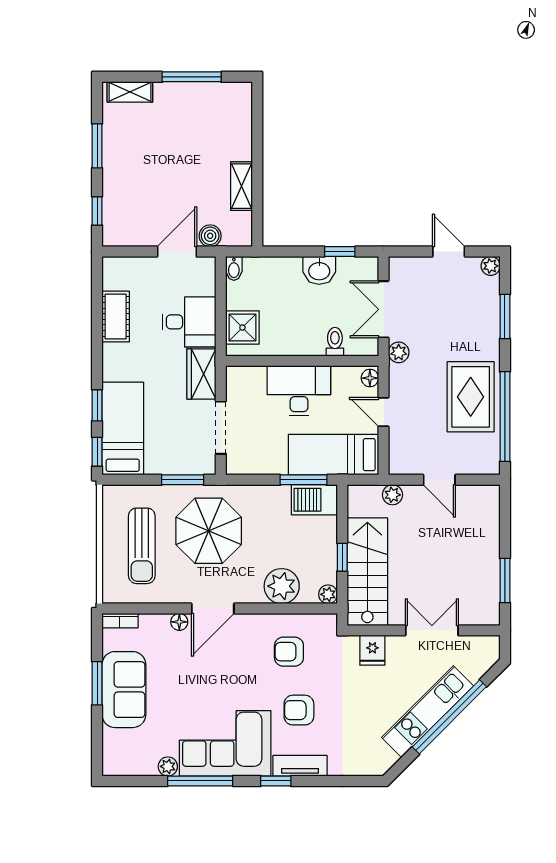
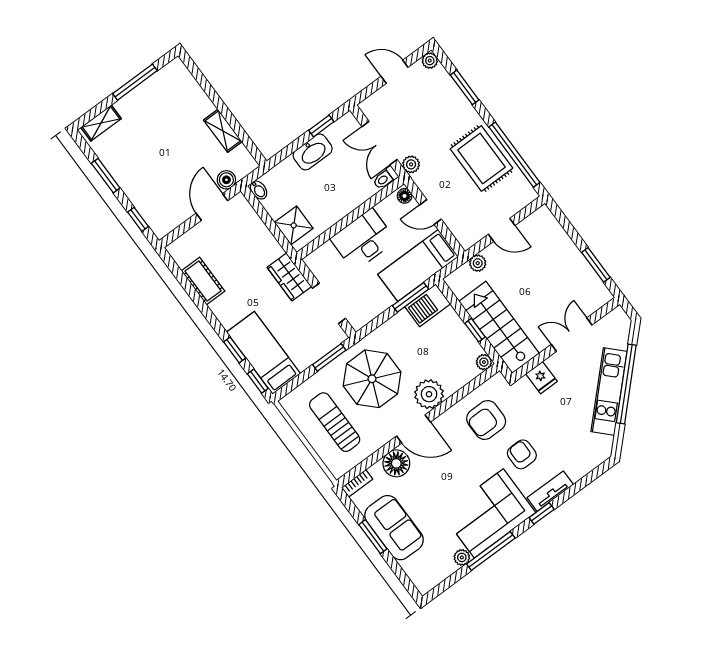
washbasin: (319, 270) -> (313, 152), width x1.38
desk: (189, 322) -> (255, 248), removed
toilet: (335, 342) -> (385, 178), moved, turned -90
sun lounger: (142, 546) -> (335, 422), turned 180
plant: (282, 586) -> (429, 394), moved
door: (213, 609) -> (413, 429), hinge flipped
floor lamp: (179, 622) -> (396, 463), width x1.89, depth x1.89
armchair: (289, 652) -> (486, 420), width x1.38, depth x1.38
armchair: (299, 710) -> (522, 454), turned 90

